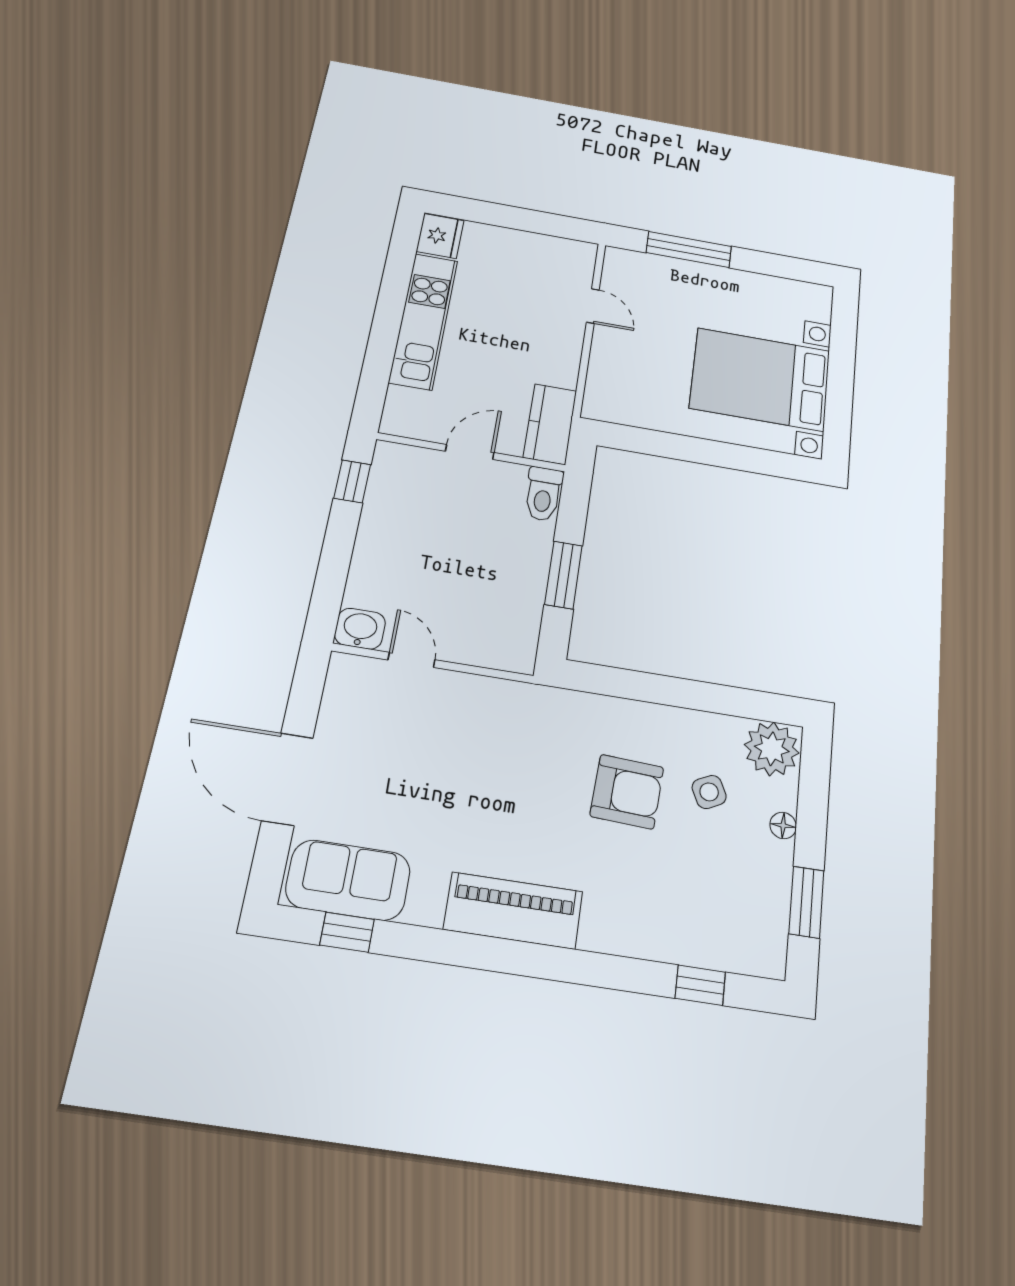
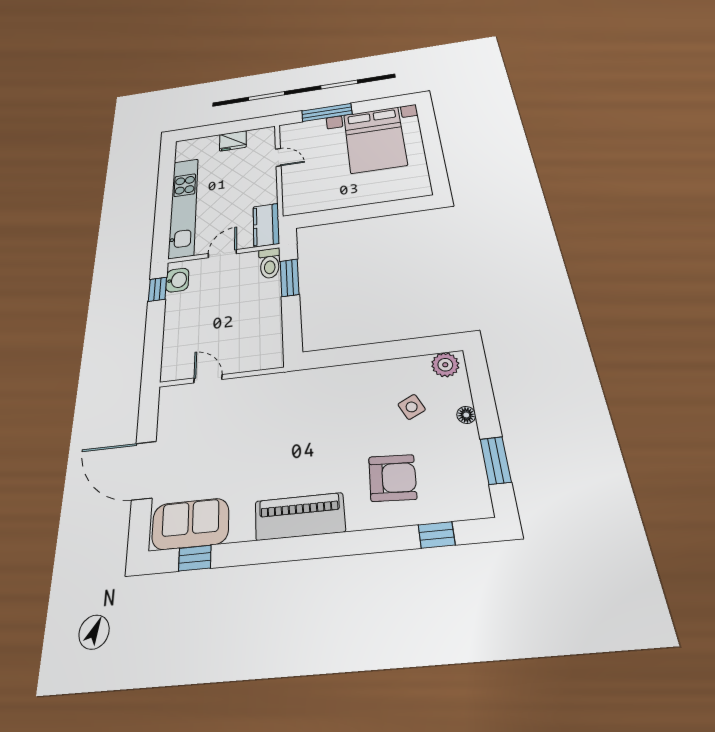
fridge: (440, 236) -> (233, 141), moved, turned 90
kitchen unit: (423, 321) -> (184, 207), width x1.36
bed with nightstands: (760, 379) -> (375, 140), moved, turned -90
window: (563, 575) -> (290, 278), moved
washbasin: (360, 629) -> (177, 280), moved, turned 90
plant: (772, 749) -> (445, 365), width x0.73, depth x0.73
armchair: (627, 792) -> (393, 478), moved

